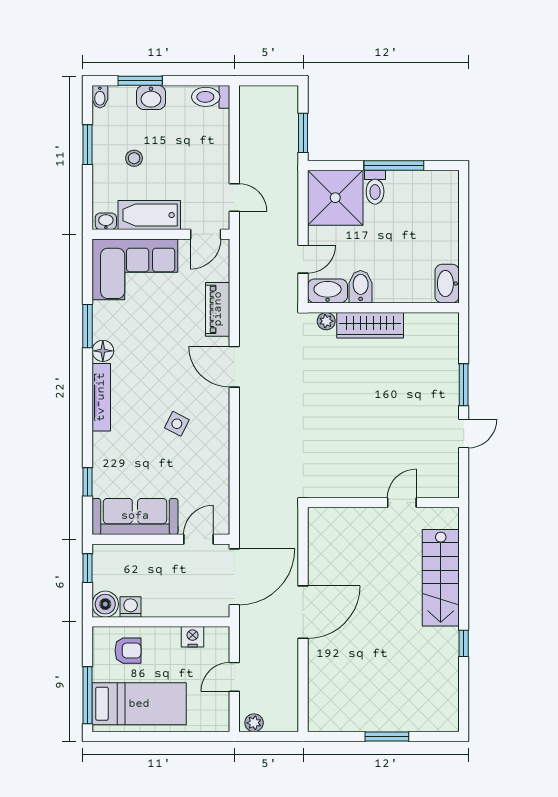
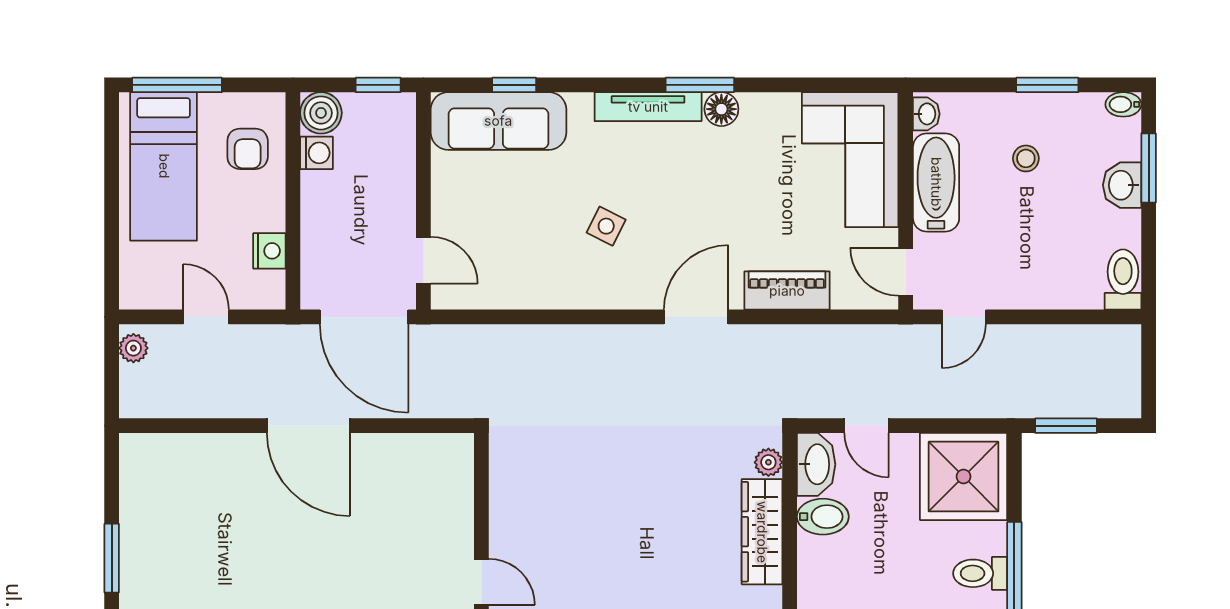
toilet: (375, 187) -> (980, 573), moved
window: (88, 326) -> (700, 85), moved
sofa: (135, 516) -> (498, 121), moved, turned 90

